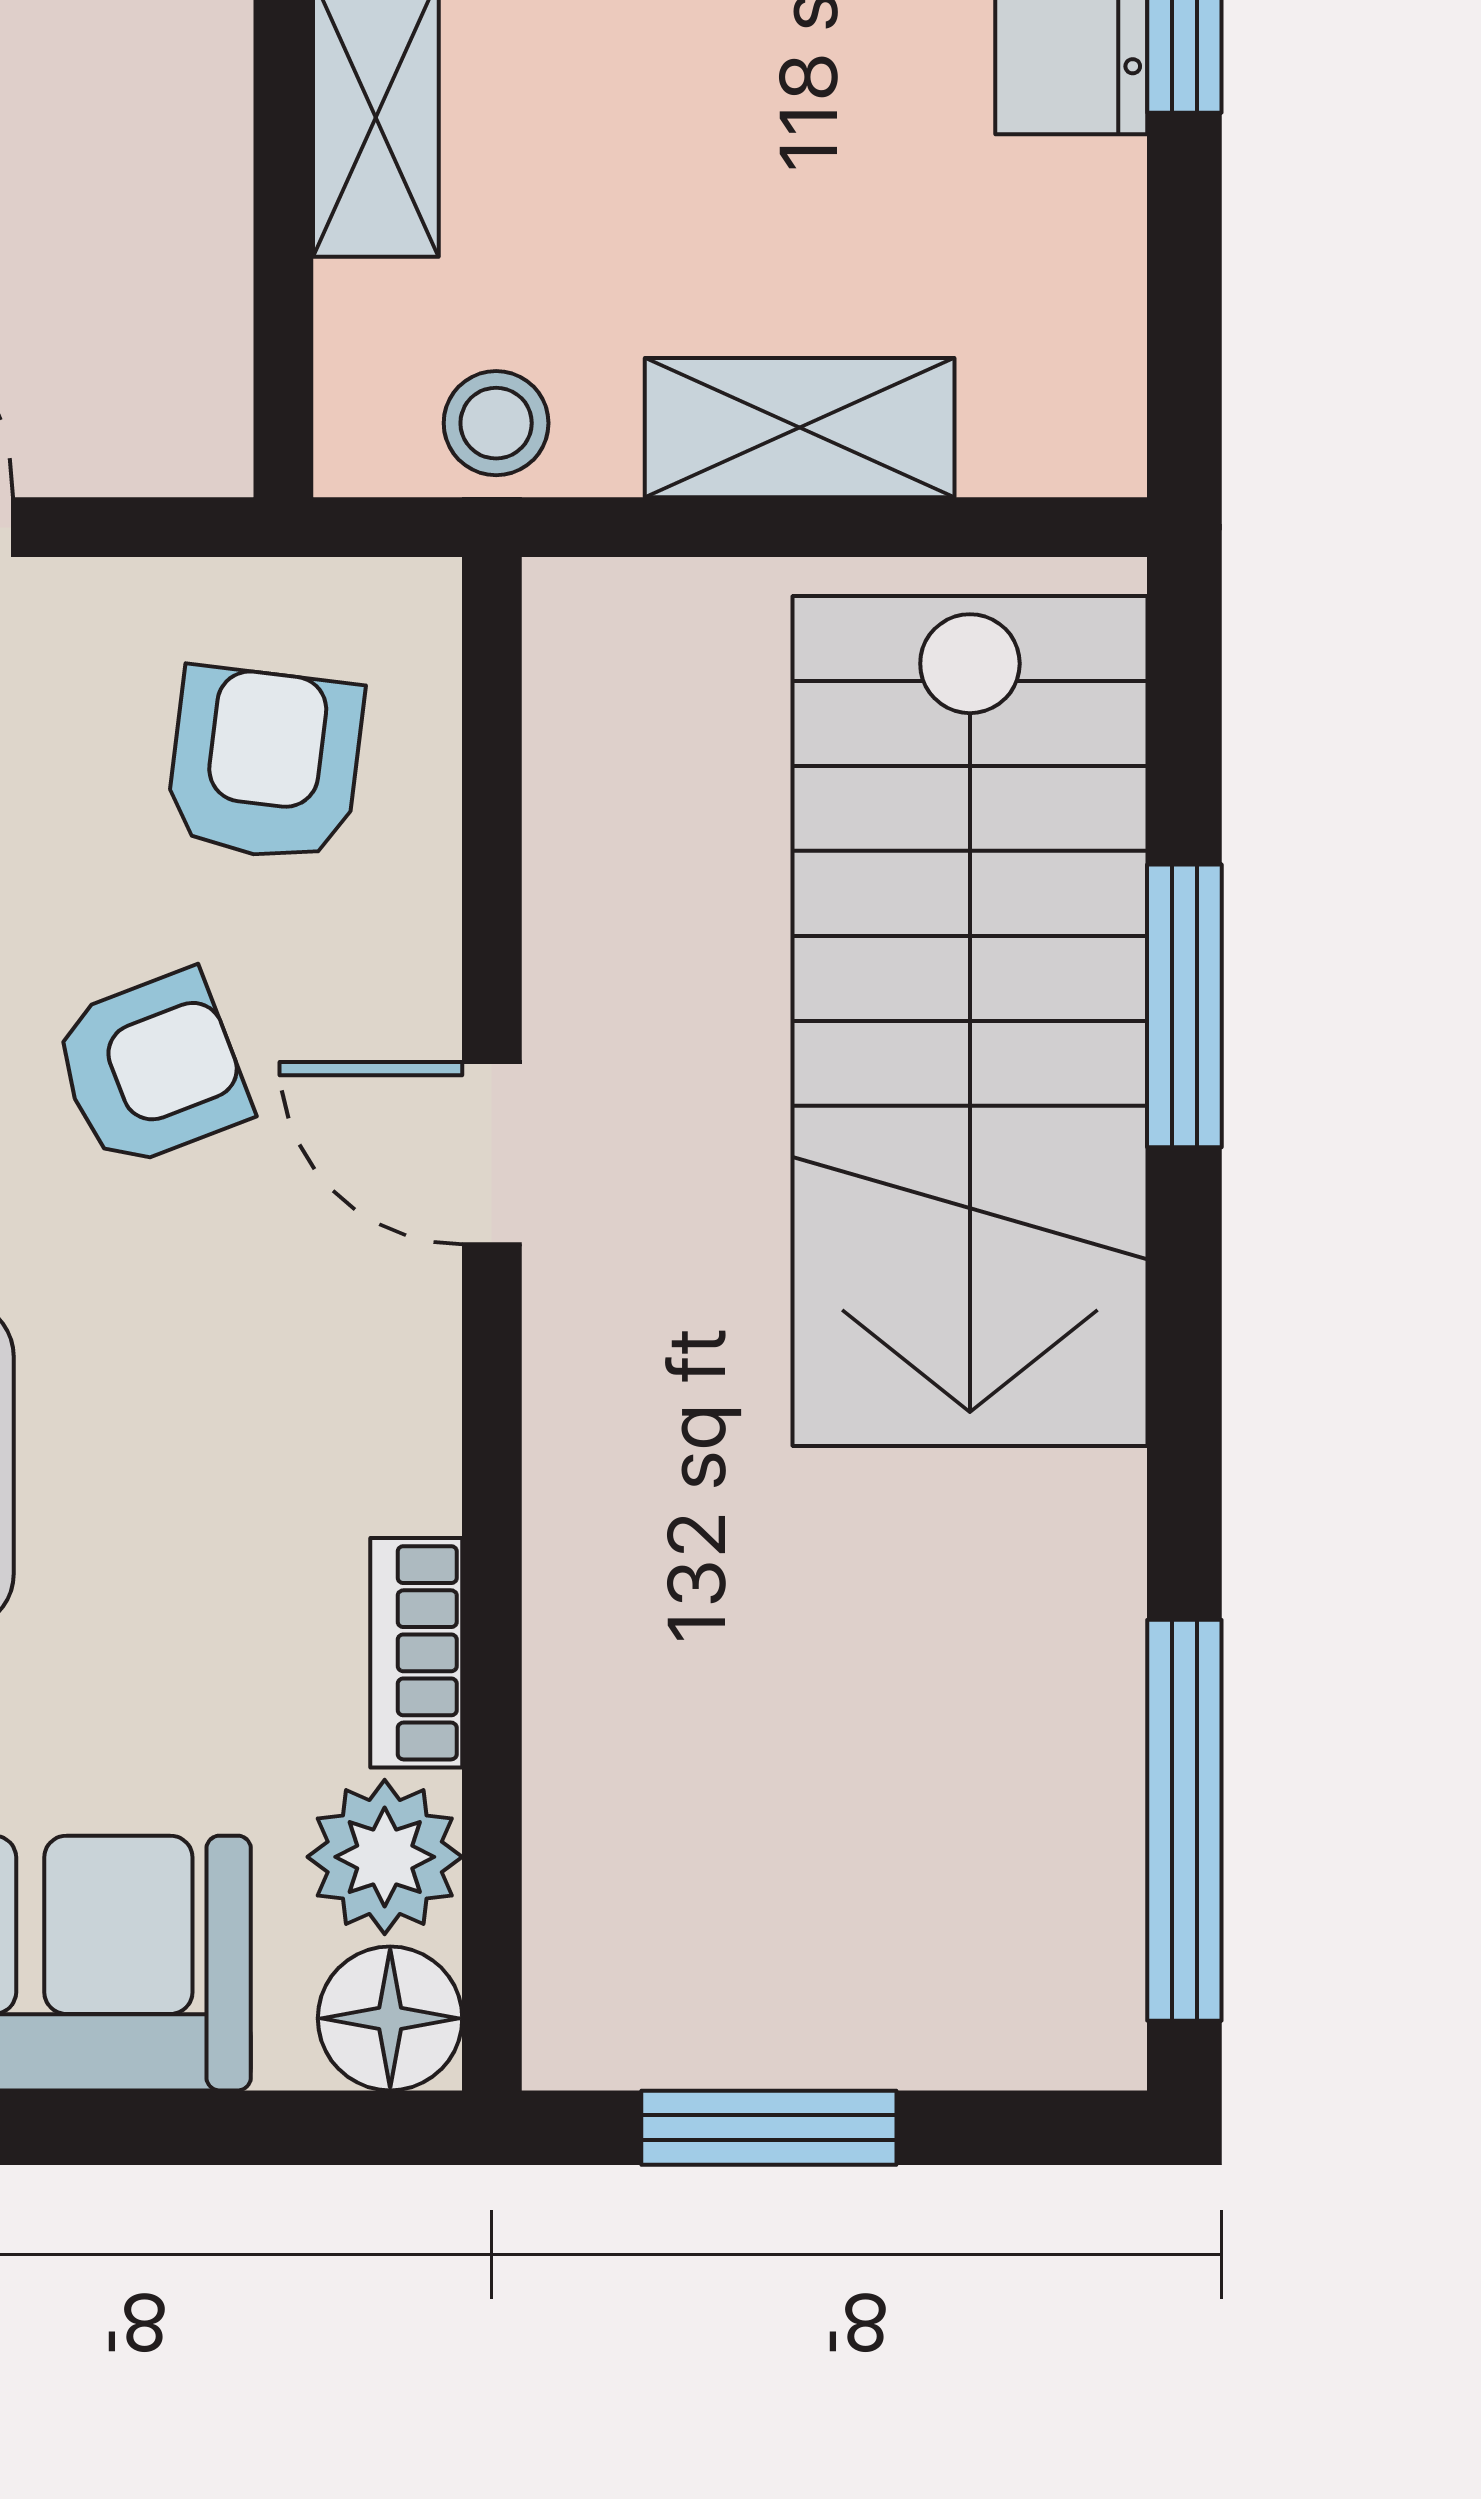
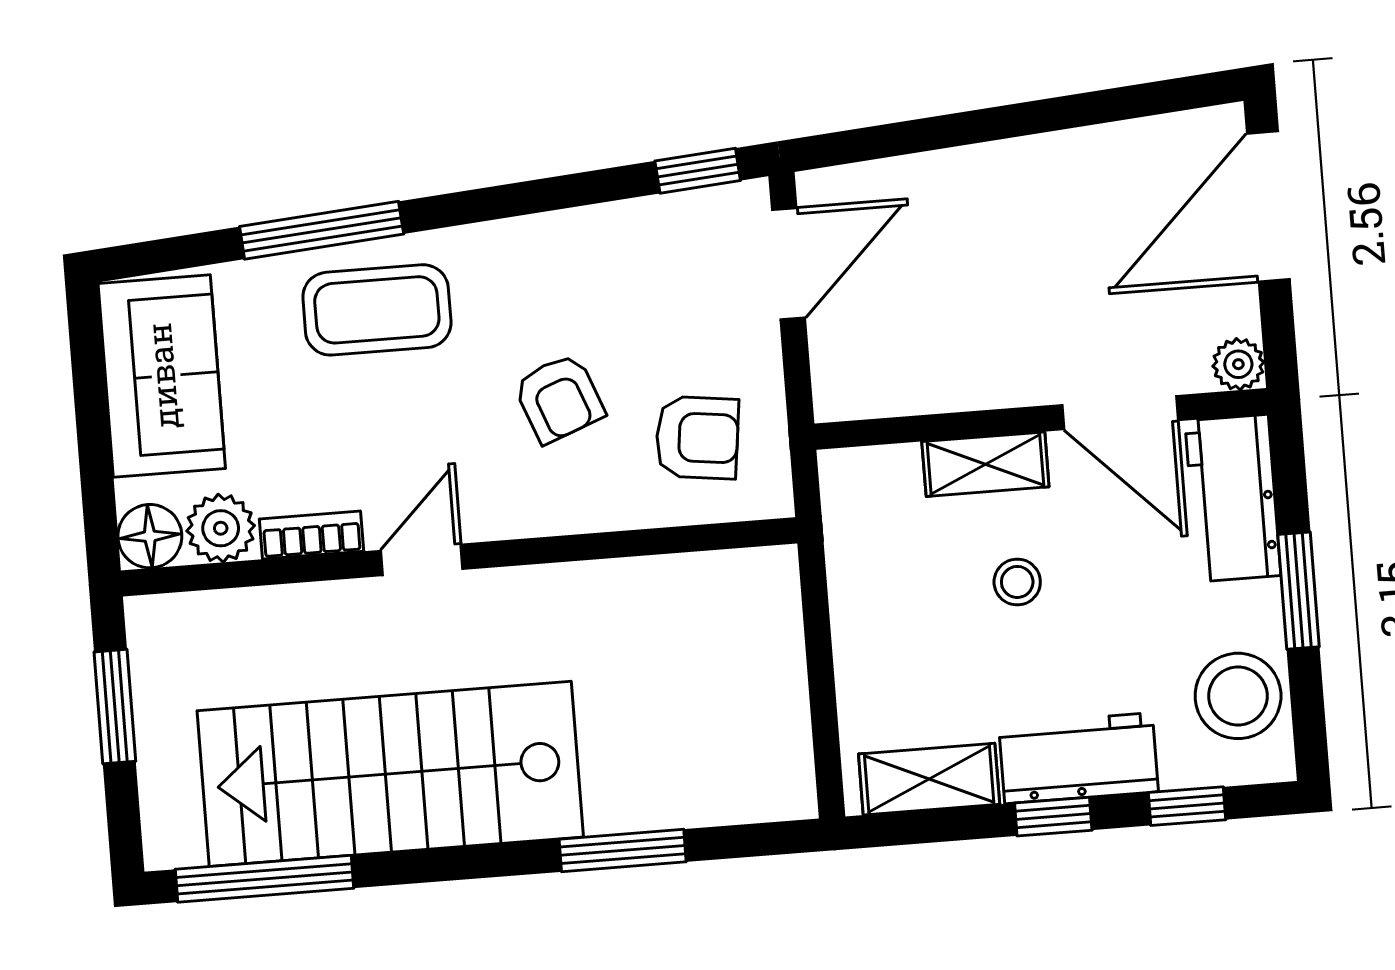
stool: (496, 423) -> (1017, 582), moved
shelving: (800, 428) -> (929, 779), moved, turned 90
stairs: (970, 1021) -> (390, 774), moved
door: (492, 1153) -> (422, 560), moved

